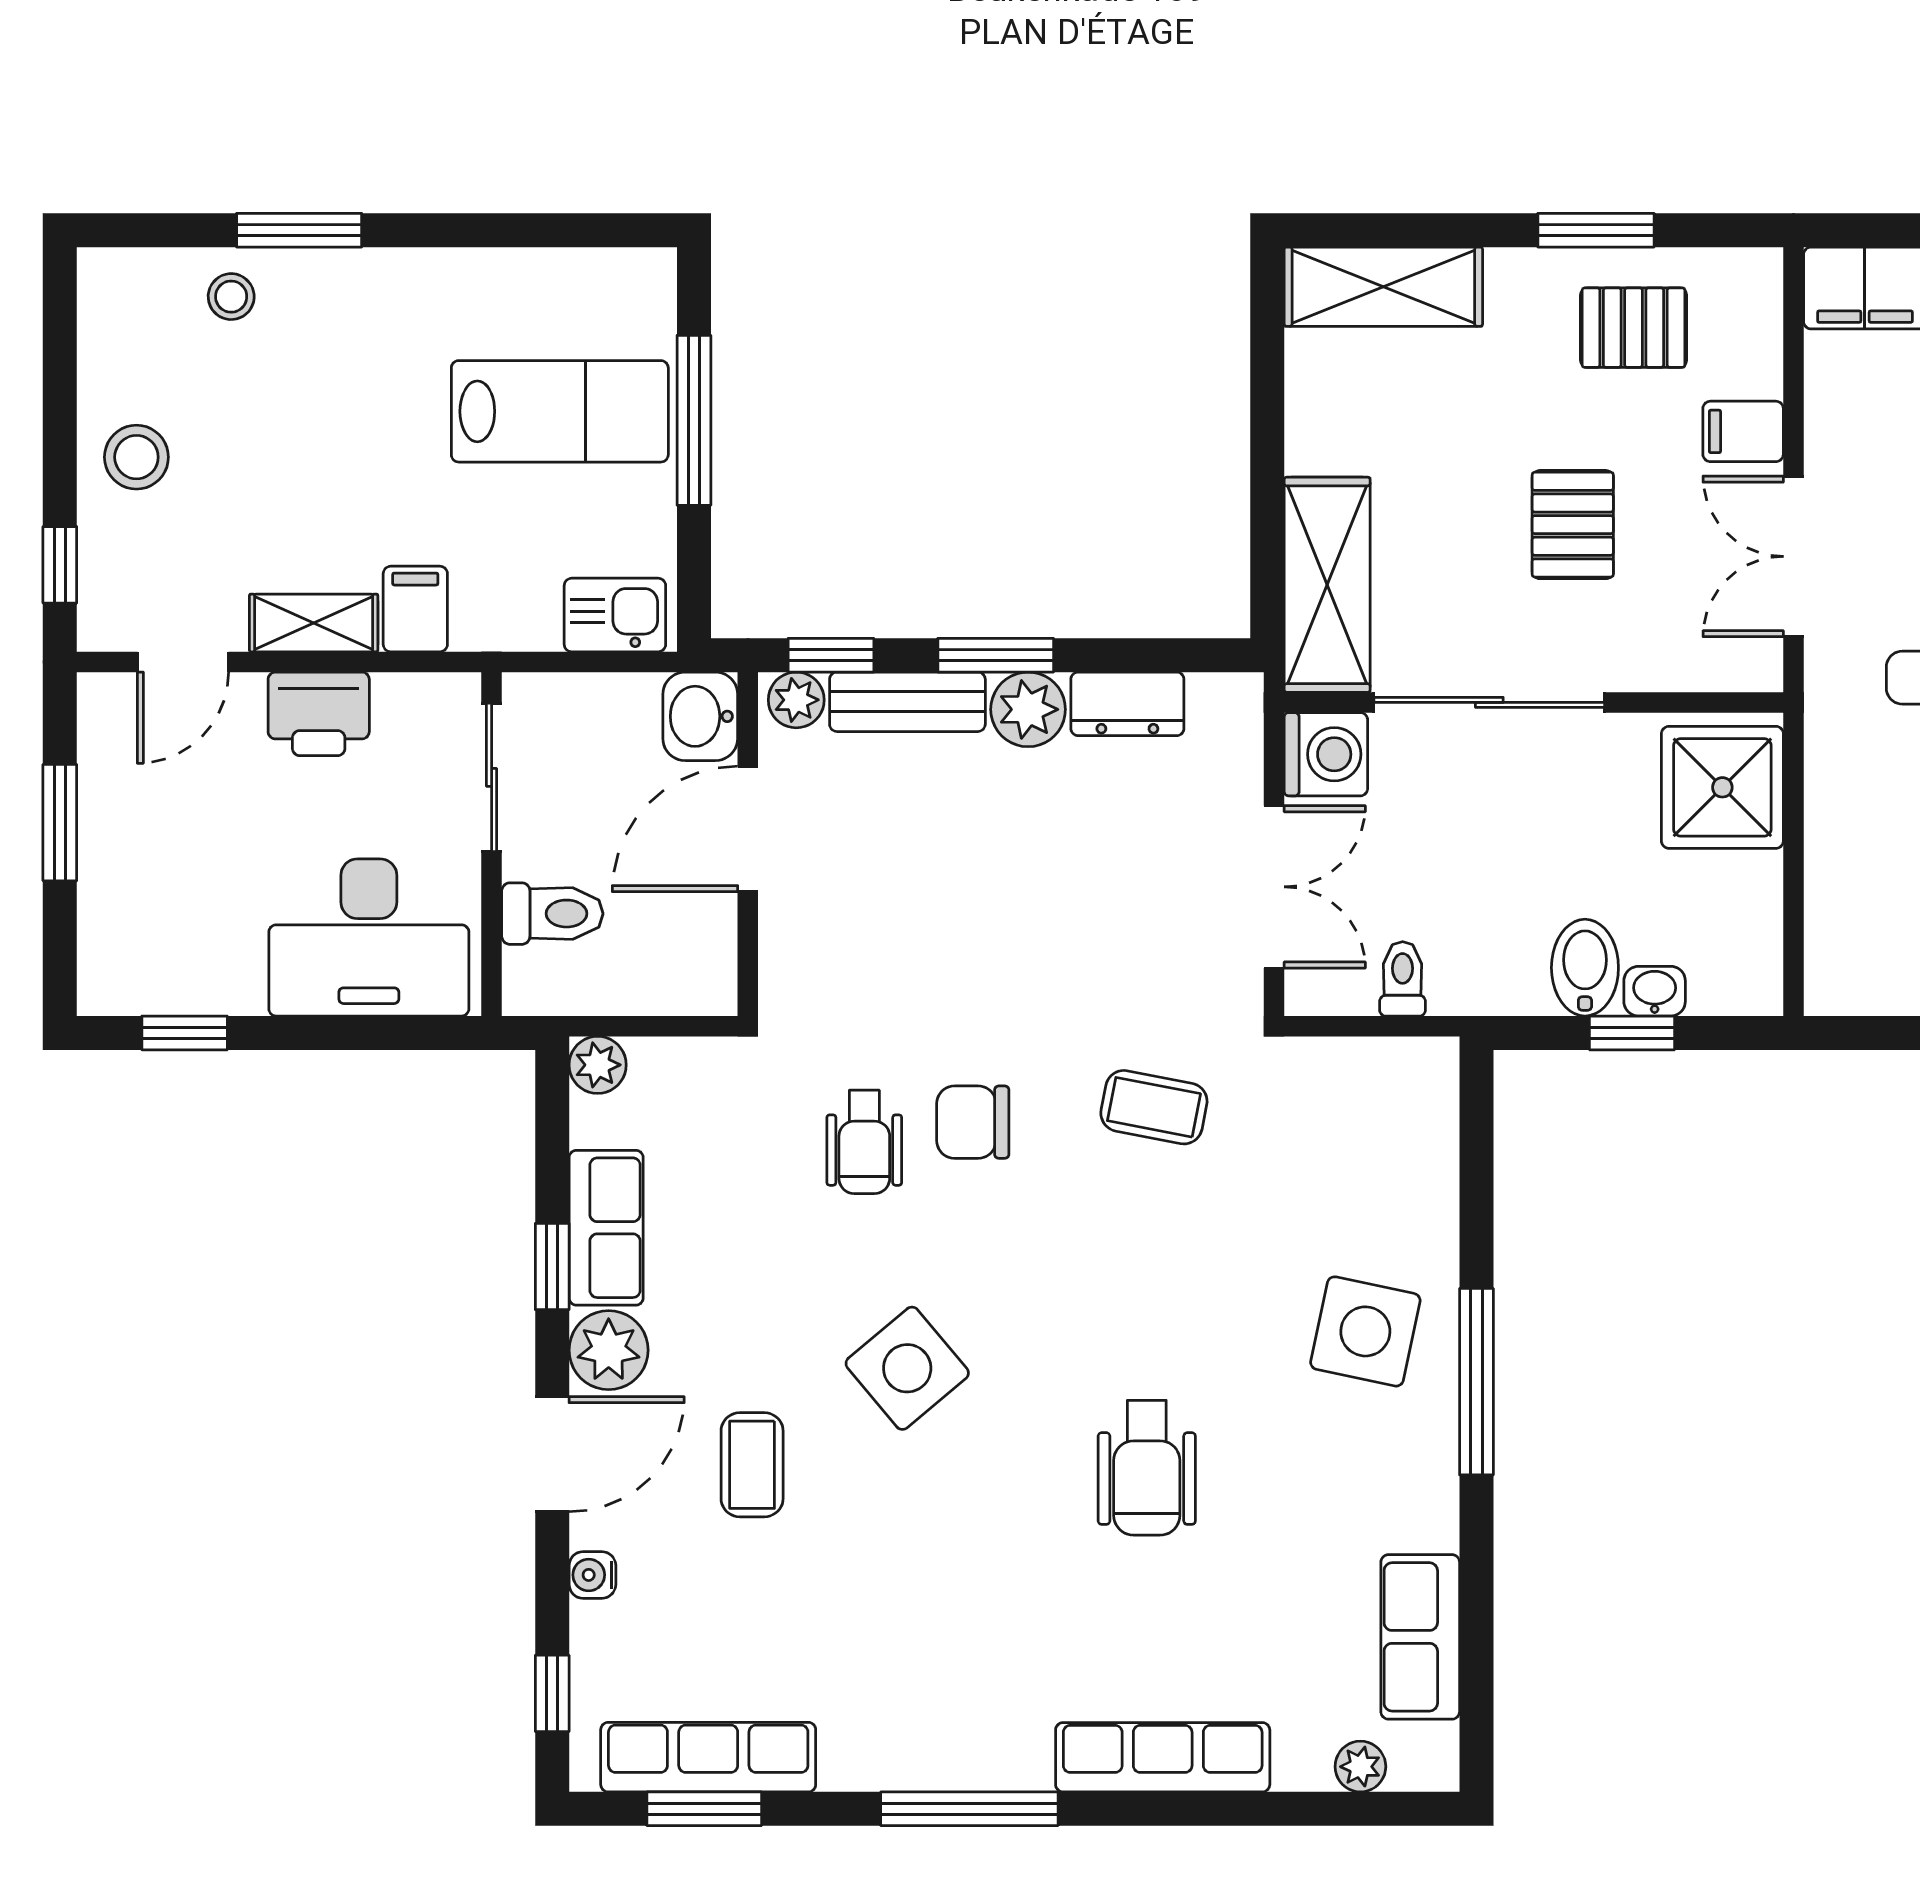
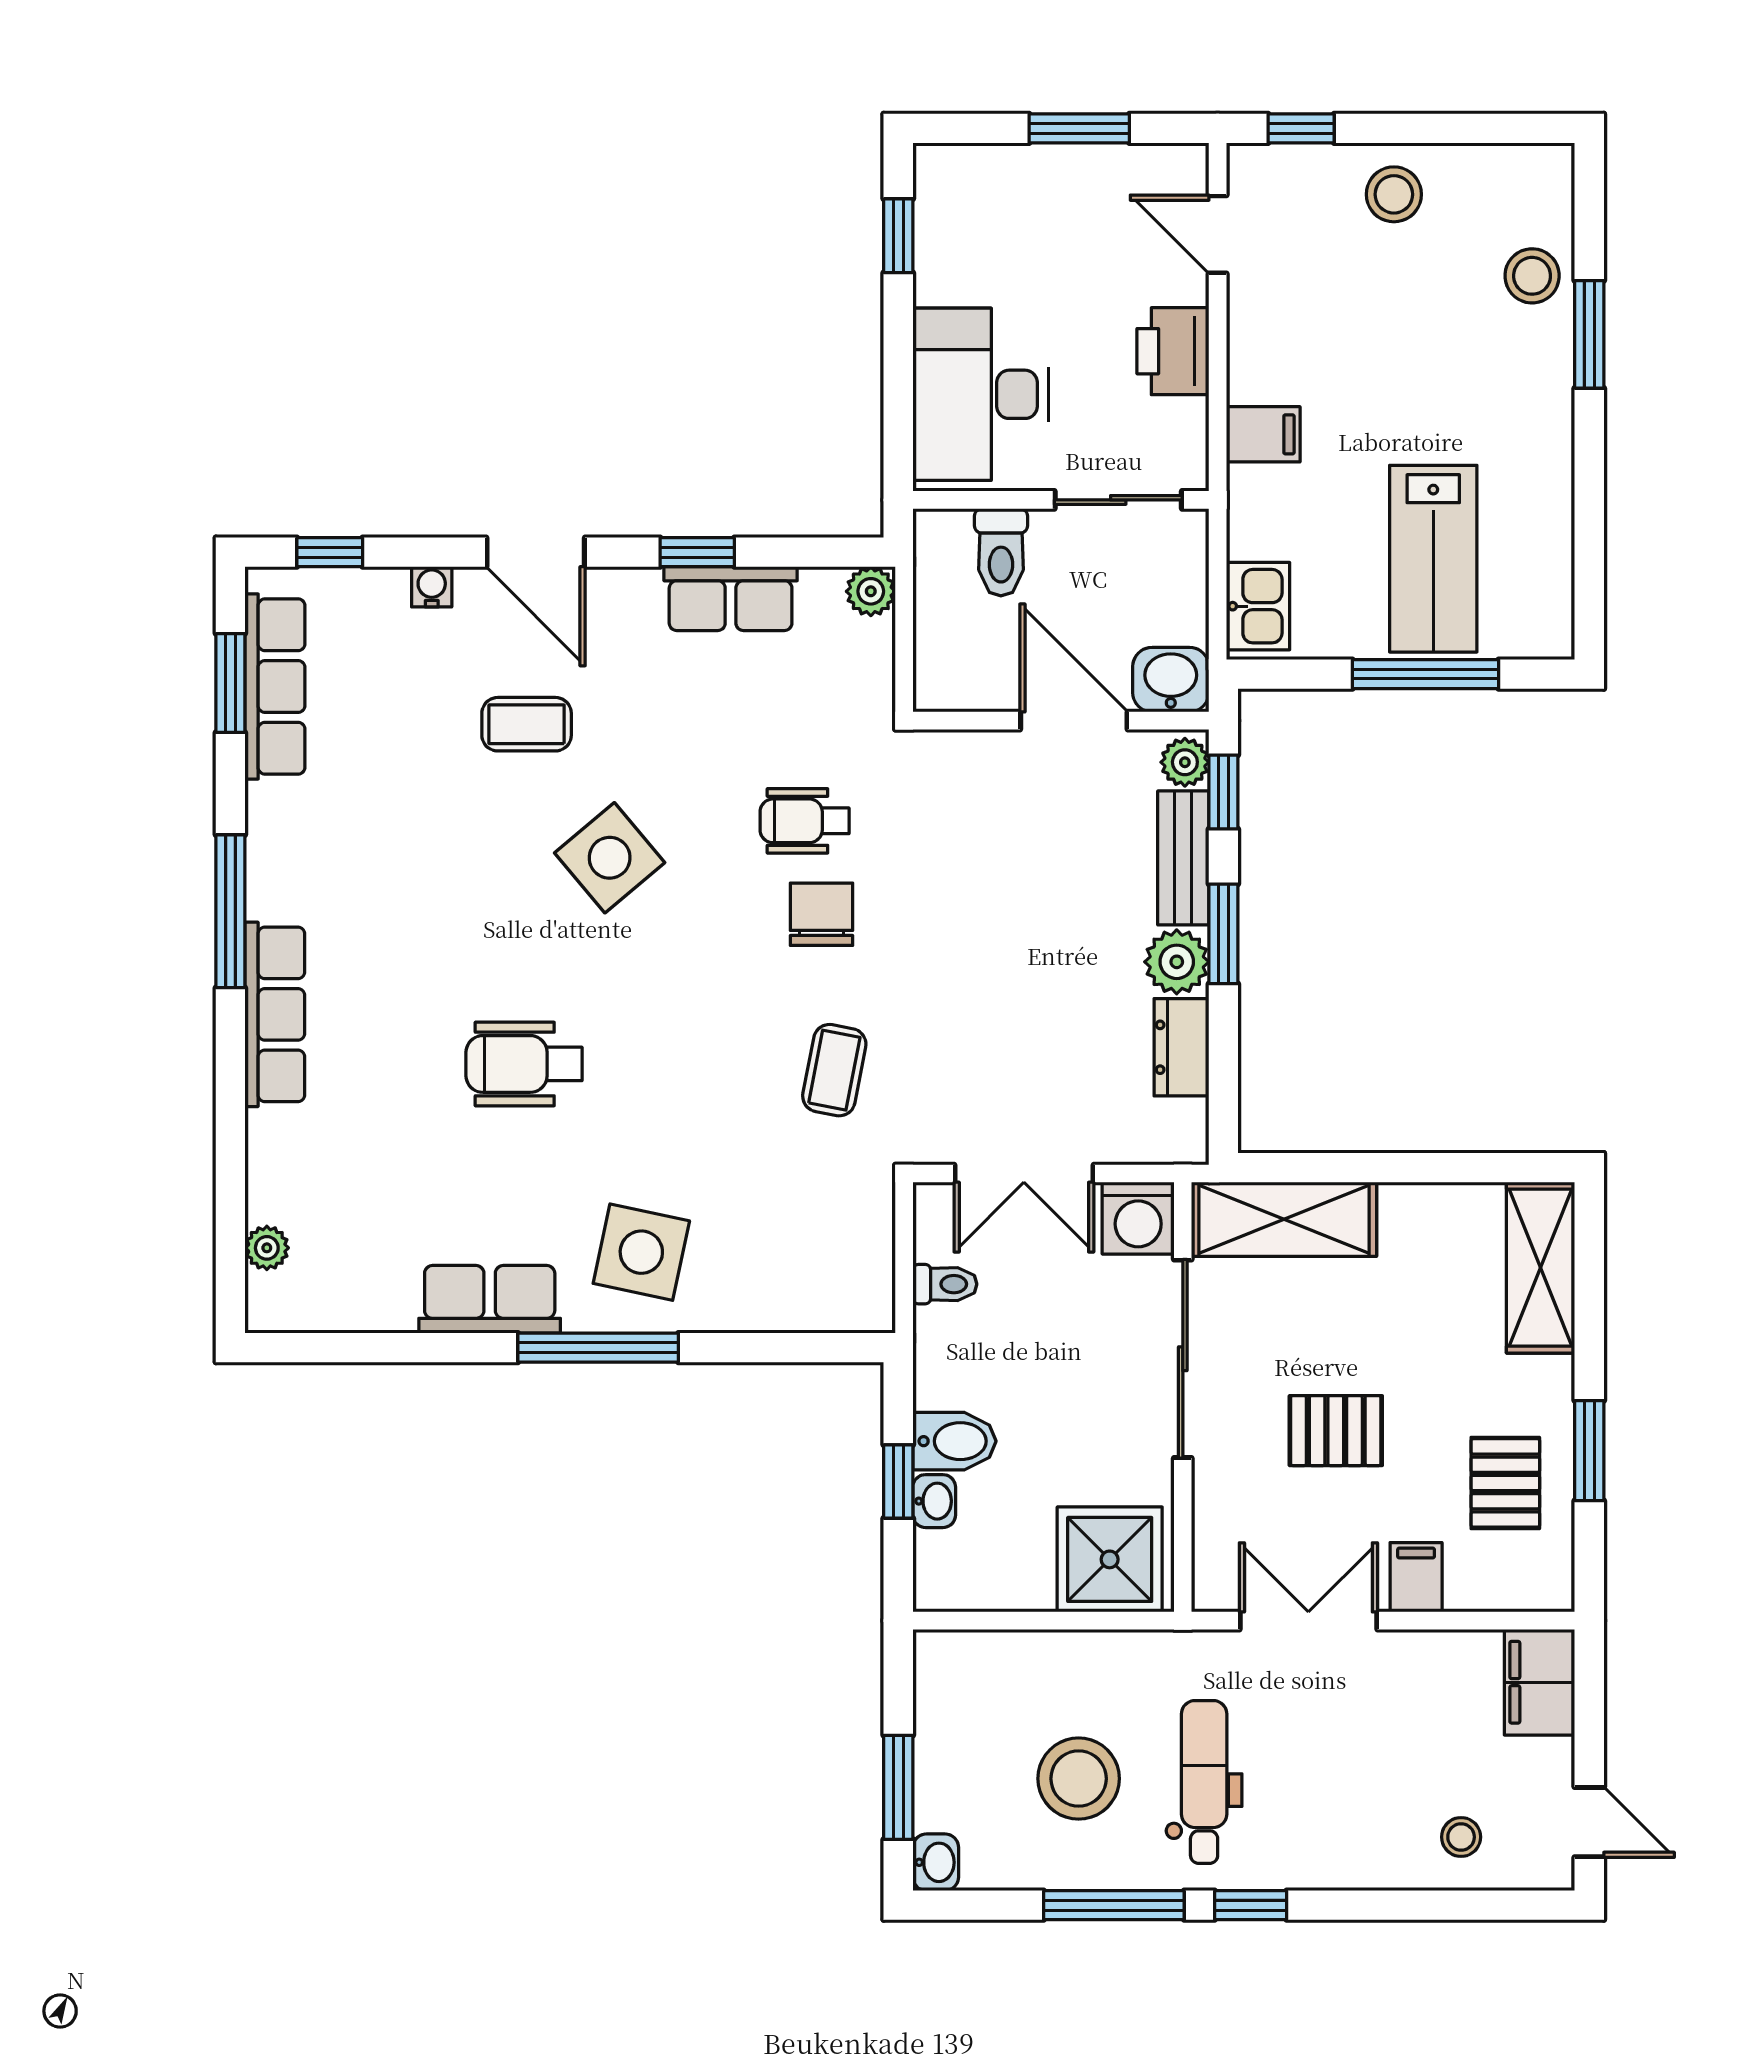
stool: (231, 297) -> (1532, 276), width x1.37, depth x1.37
shelving: (314, 623) -> (1251, 347), removed
plant: (609, 1350) -> (625, 601), removed
row of seats: (1420, 1637) -> (490, 1299), moved
row of seats: (1163, 1757) -> (275, 1014), moved

